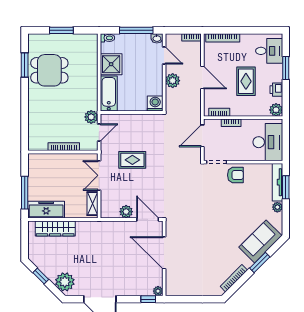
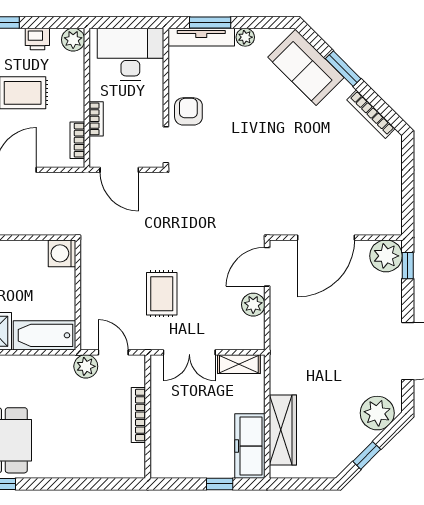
plant: (173, 81) -> (22, 223), removed
window: (25, 193) -> (220, 484), width x0.46
plant: (158, 291) -> (386, 256), width x1.87, depth x1.87

